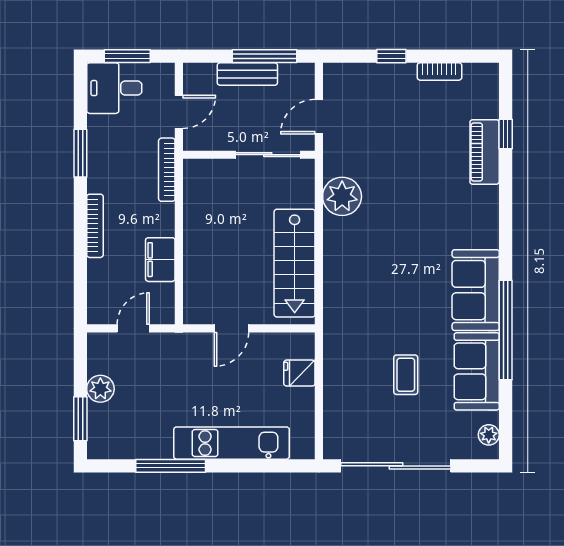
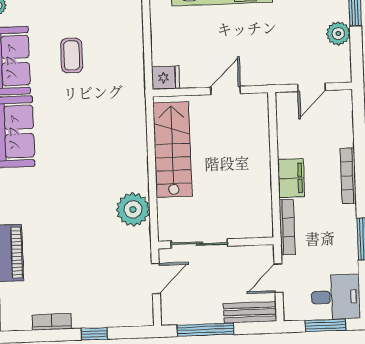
bench: (247, 74) -> (250, 312), moved
filing cabinet: (160, 260) -> (291, 178), moved
fridge: (299, 373) -> (166, 78), moved

